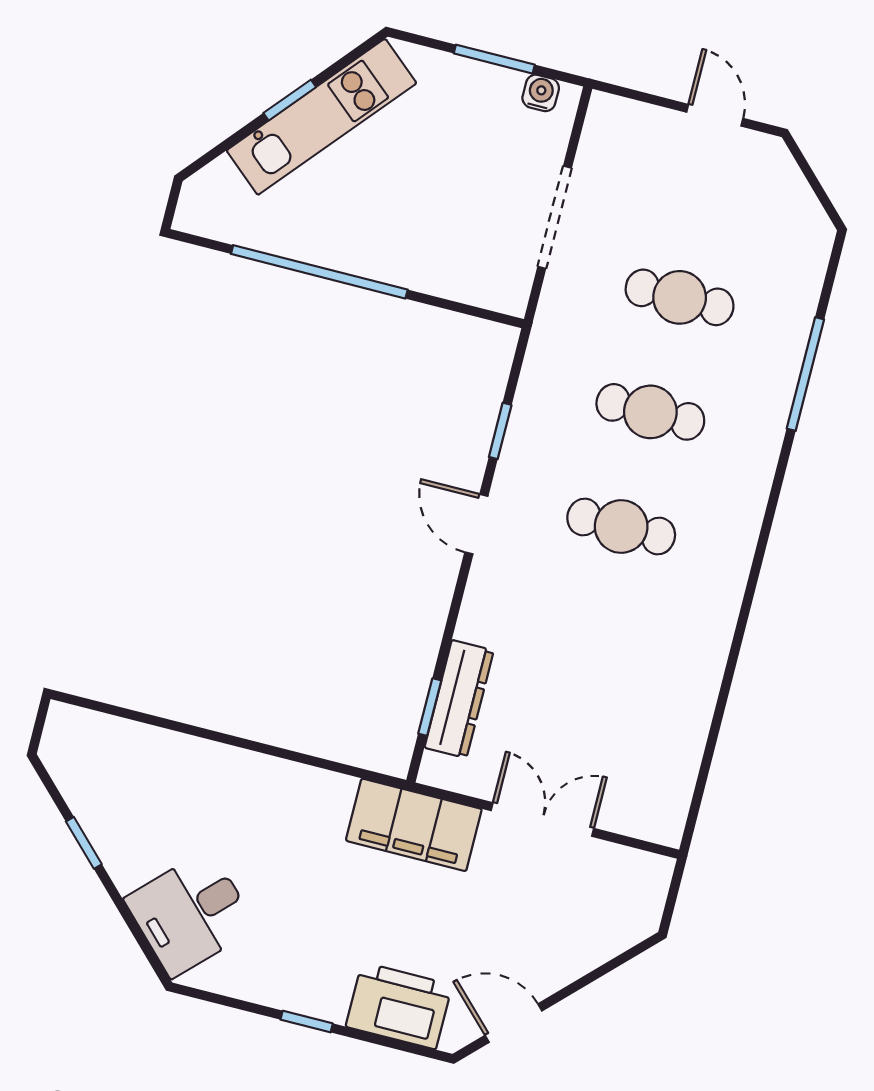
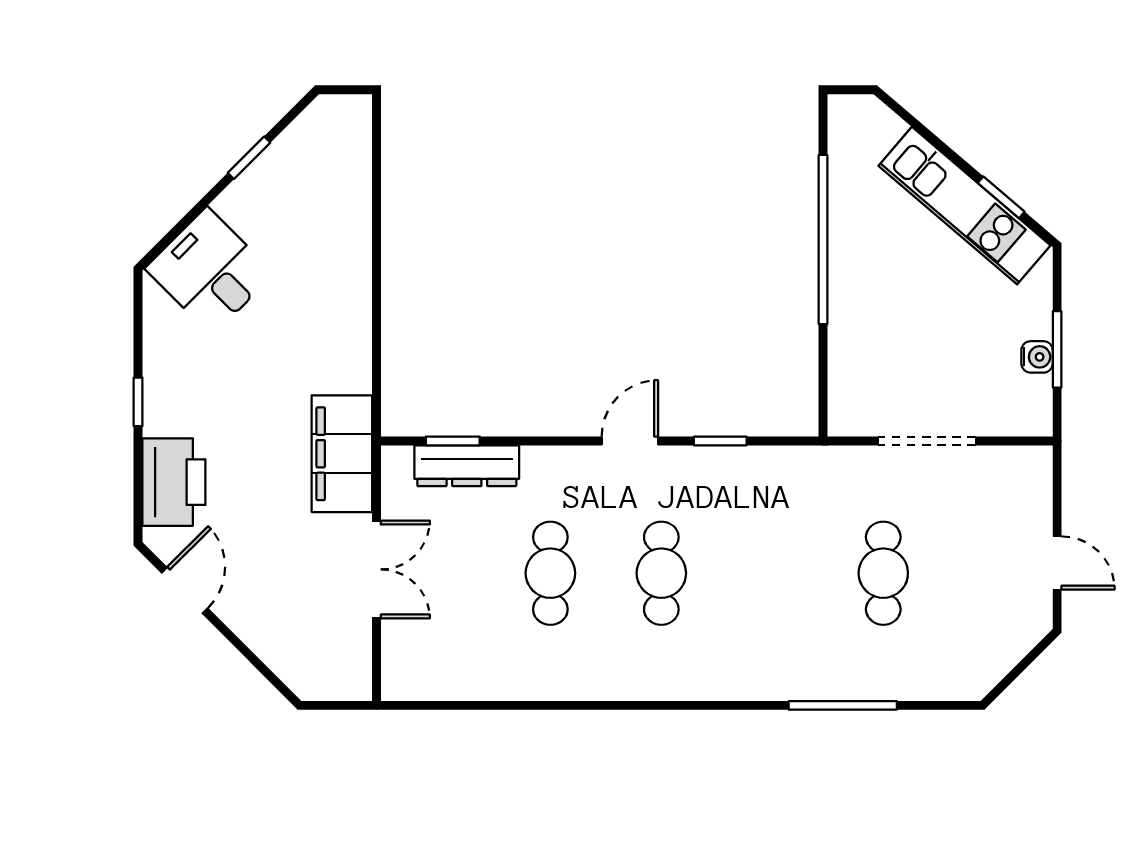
water cooler: (541, 93) -> (1037, 357), moved
window: (290, 100) -> (1001, 197), moved
door: (715, 115) -> (1057, 563), hinge flipped
cafe table: (650, 412) -> (550, 573), moved

